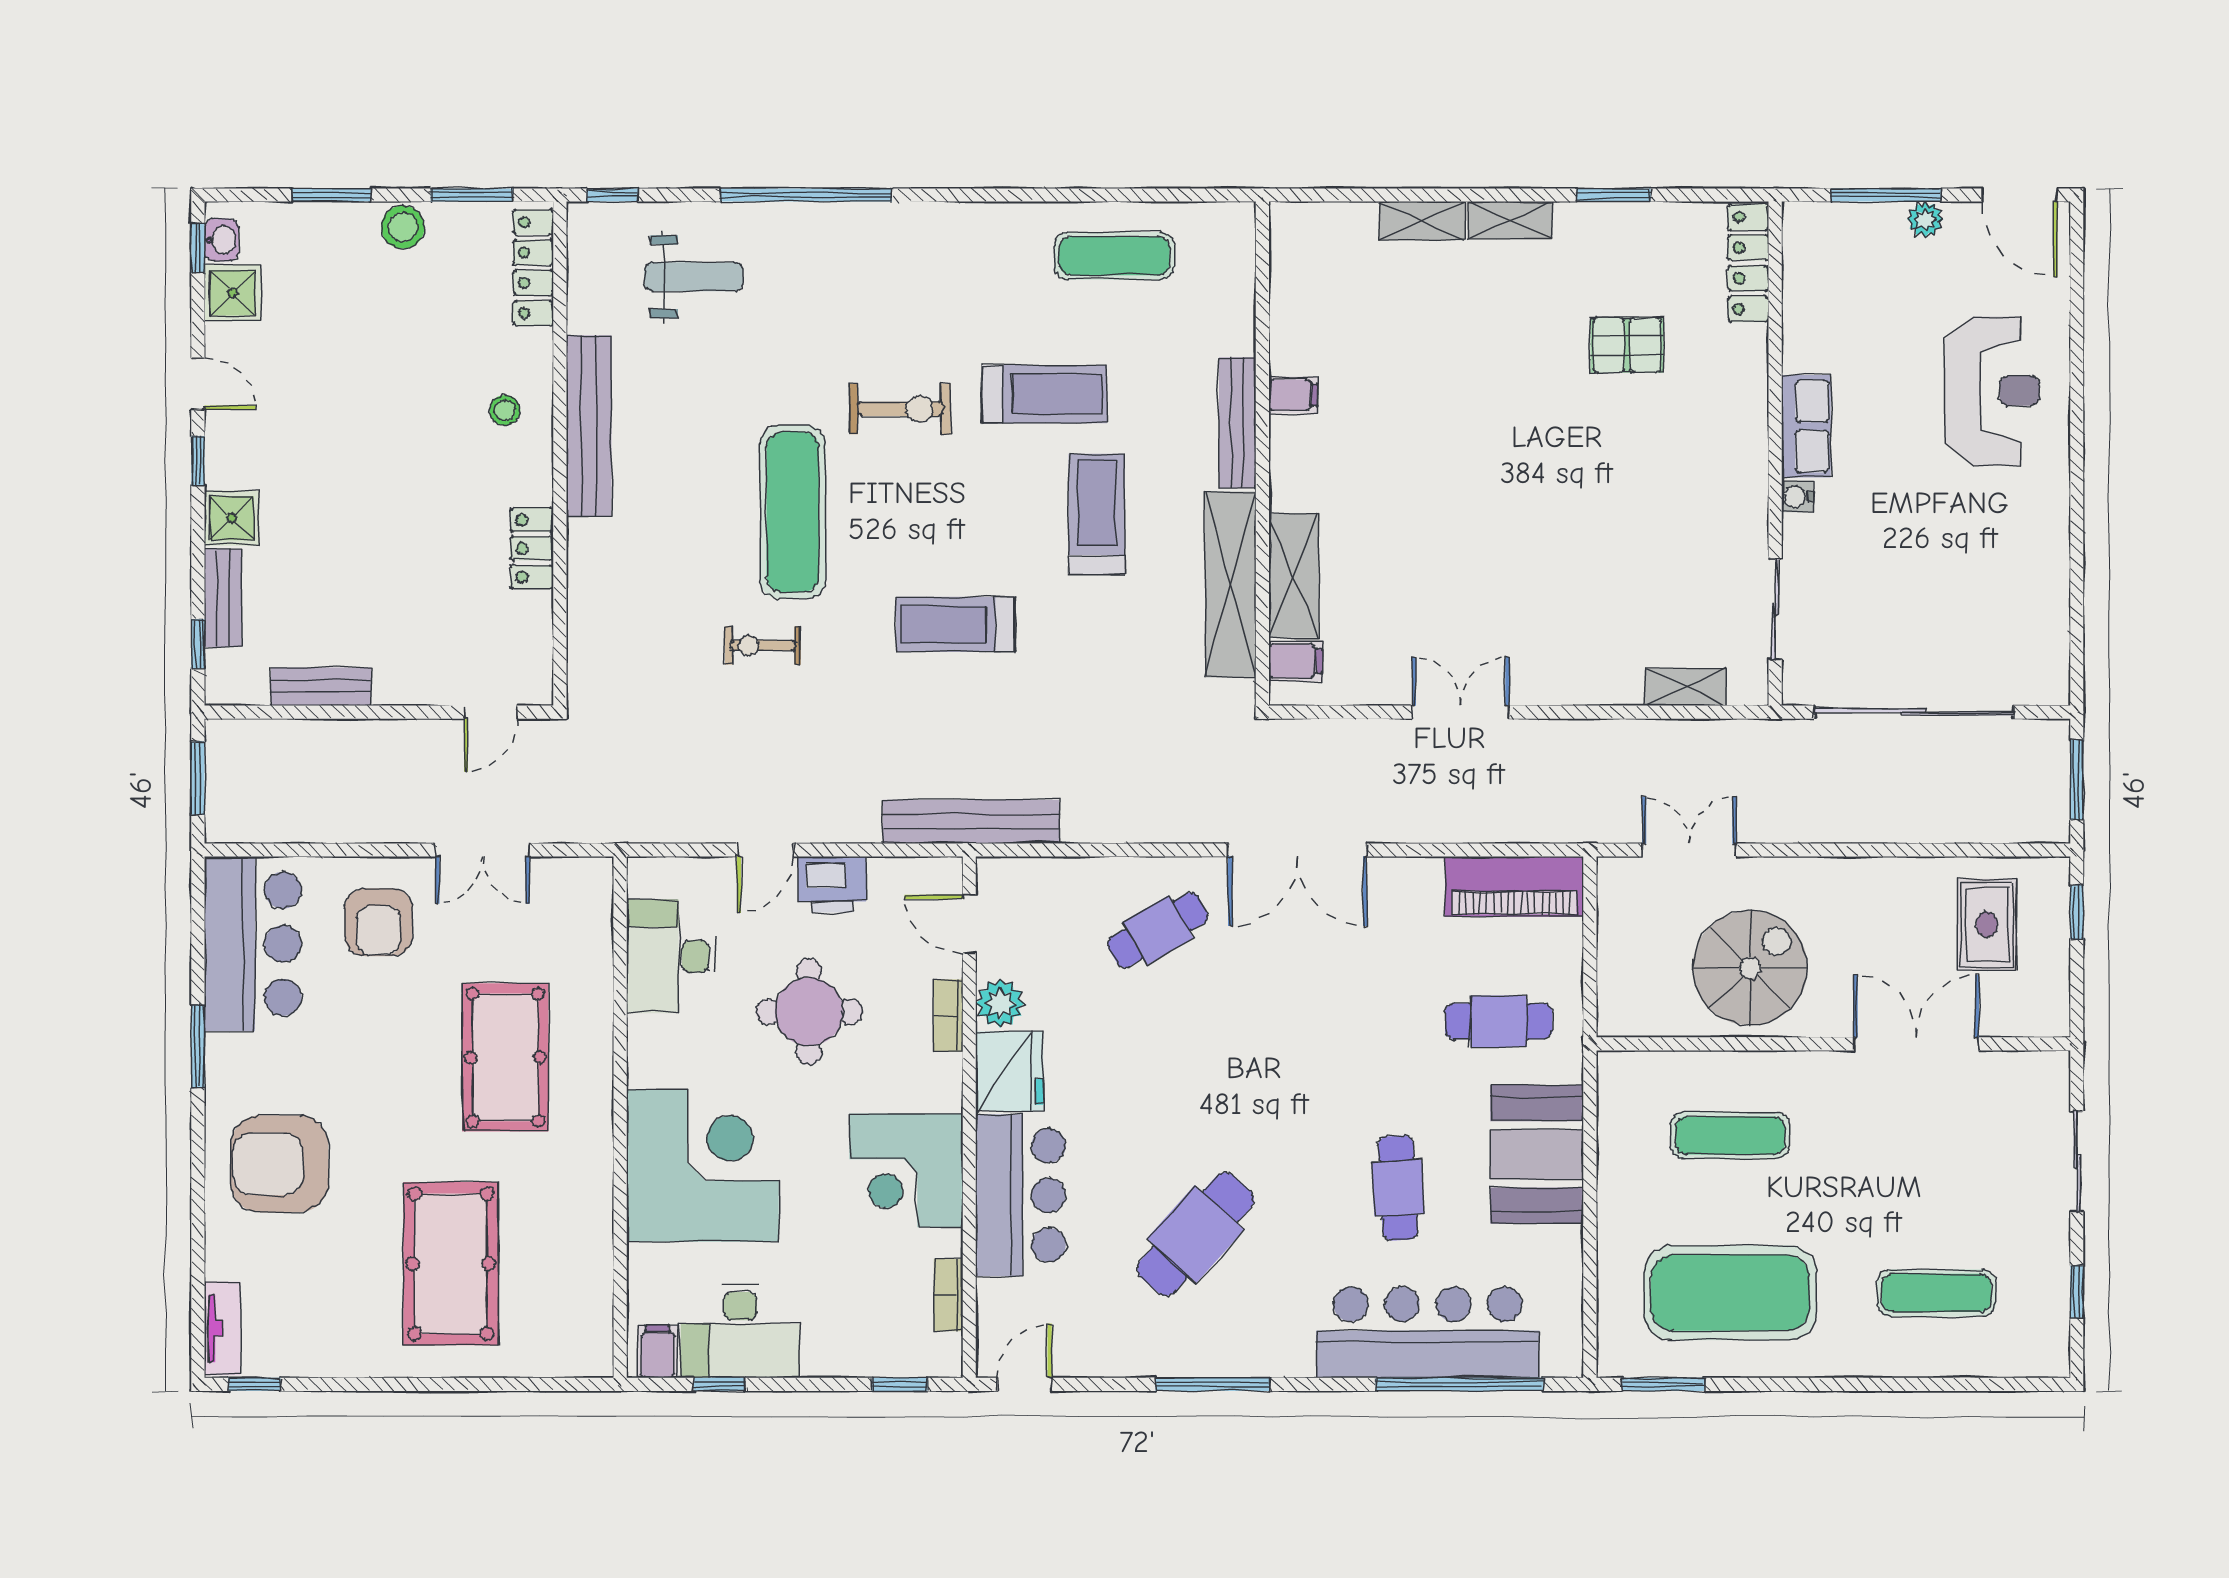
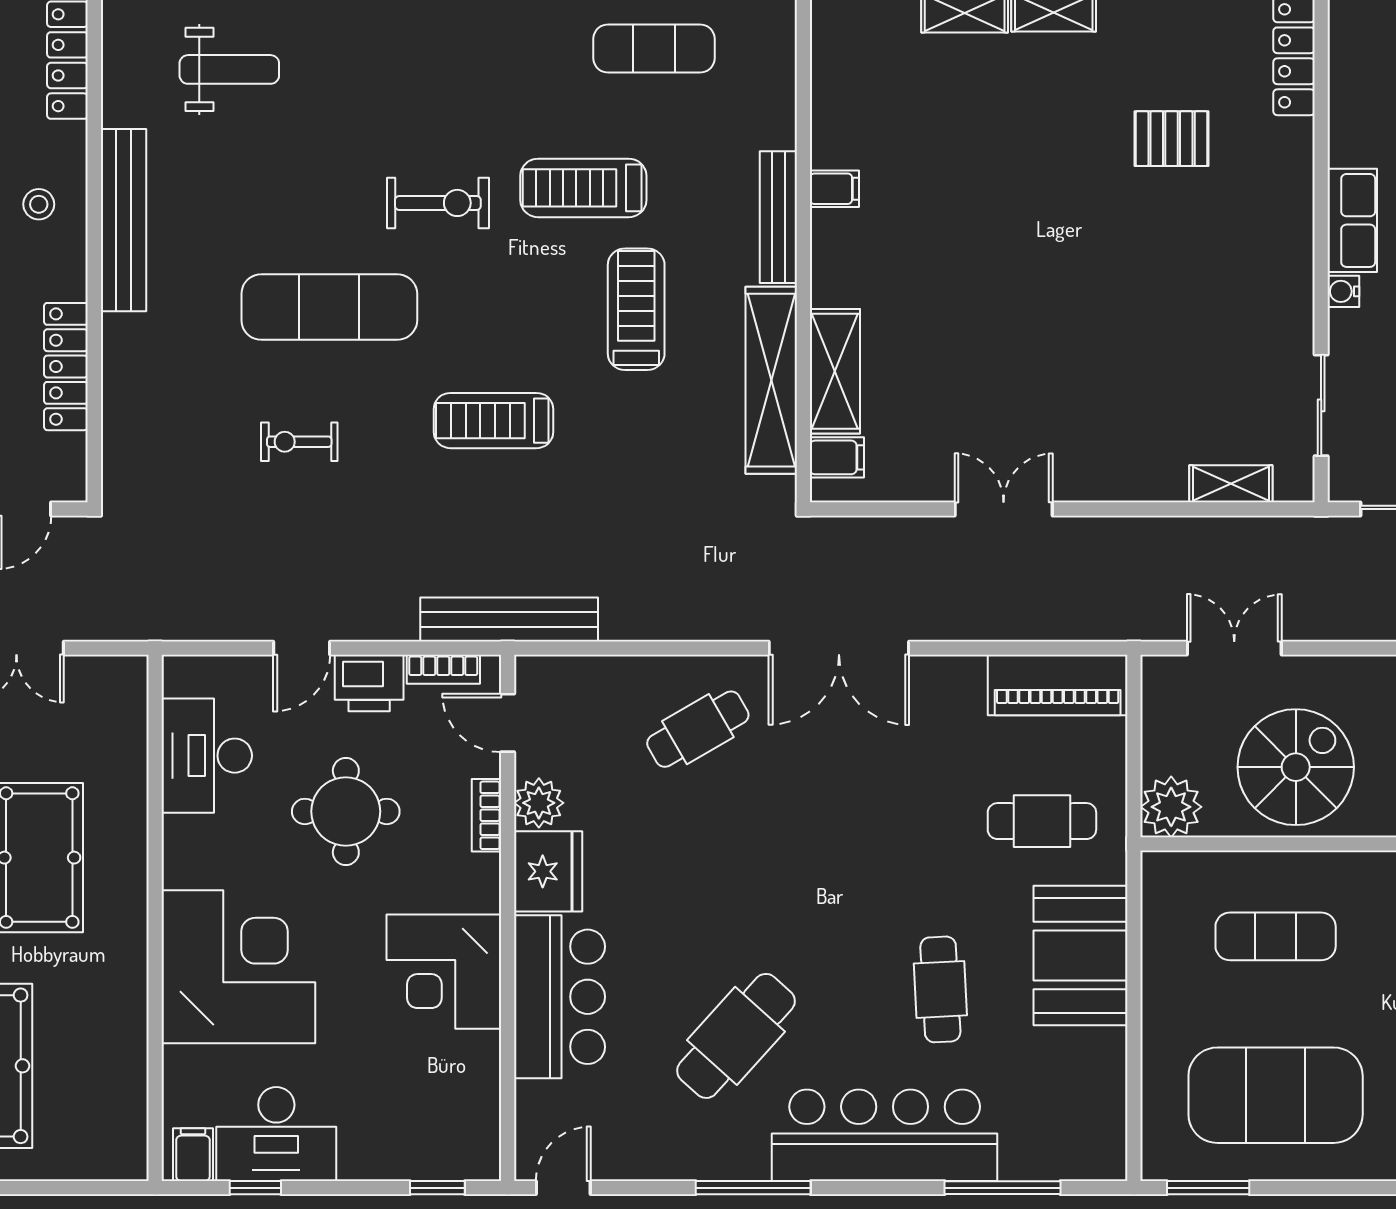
treadmill: (1044, 394) -> (583, 188), turned 180
exercise mat: (793, 512) -> (329, 307), turned 90
locker: (532, 548) -> (66, 367), width x1.53
plant: (1627, 1007) -> (1171, 807), added
bookcase: (948, 1295) -> (443, 669), moved, turned -90
bar counter: (1428, 1332) -> (885, 1135), moved
window: (1460, 1384) -> (1003, 1188), width x0.68

